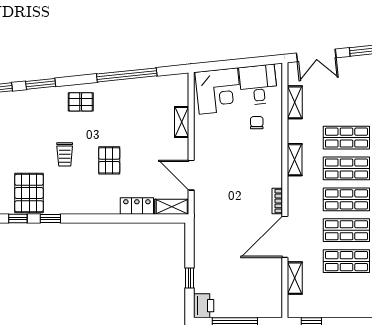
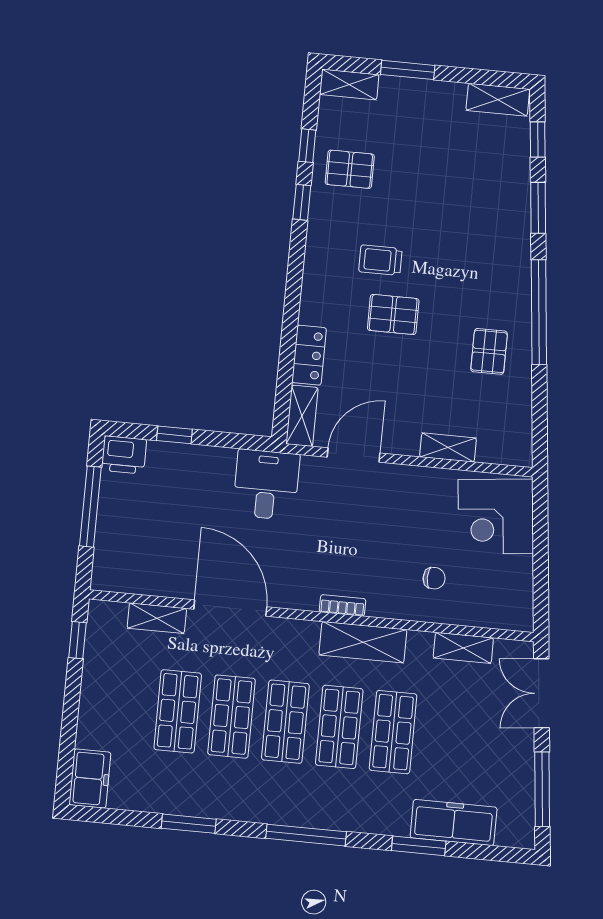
window: (127, 75) -> (539, 312), moved
desk: (258, 85) -> (266, 485), moved, turned -84
pallet: (81, 102) -> (489, 351), moved
trolley: (65, 154) -> (380, 260), moved
shelving: (295, 160) -> (363, 642), width x1.50, depth x1.33
pallet: (29, 193) -> (350, 169), width x0.67, depth x0.71
bookcase: (277, 201) -> (343, 605), moved

